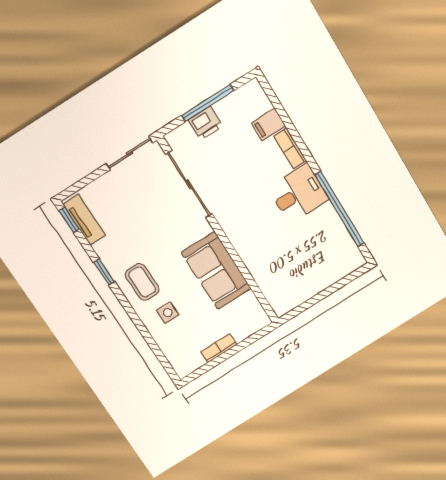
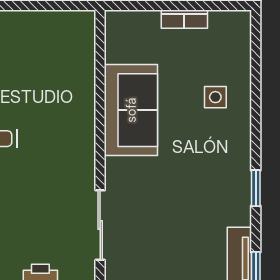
sliding door: (189, 184) -> (100, 225), width x0.73
coffee table: (142, 282) -> (221, 150), removed

